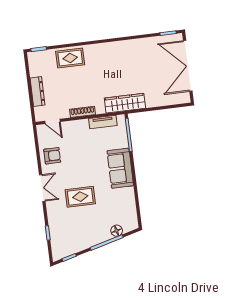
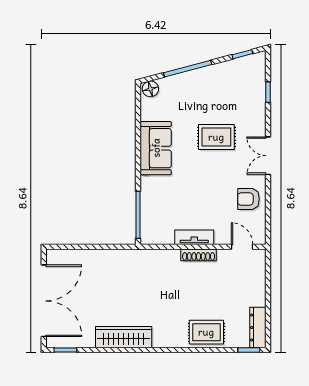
dresser: (37, 92) -> (258, 328), moved
wardrobe: (125, 103) -> (124, 337), moved, turned 180
tv unit: (103, 122) -> (194, 237), moved
sofa: (120, 168) -> (156, 148), moved
floor lamp: (117, 231) -> (150, 89), moved

